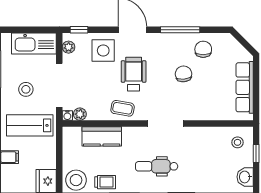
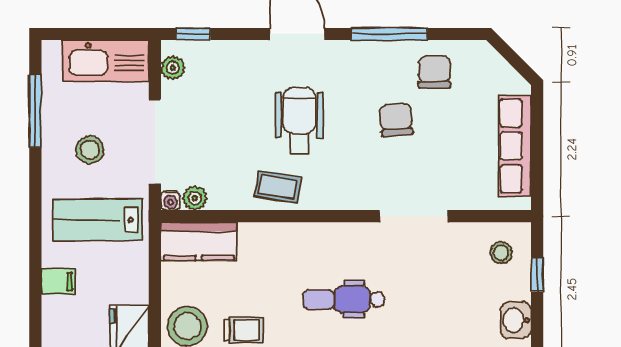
side table: (103, 51) -> (240, 74), removed
doorway: (165, 124) -> (414, 216), moved
kitchen counter: (102, 136) -> (199, 241), moved

